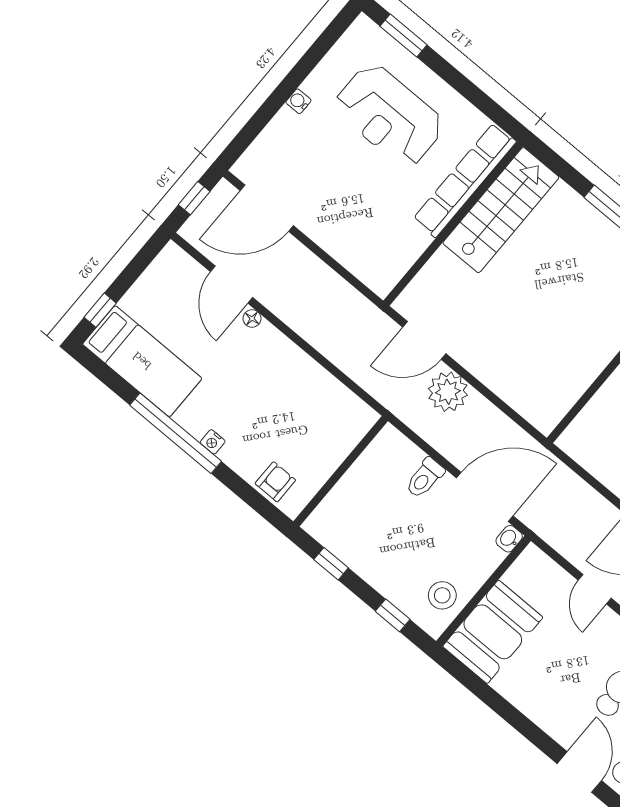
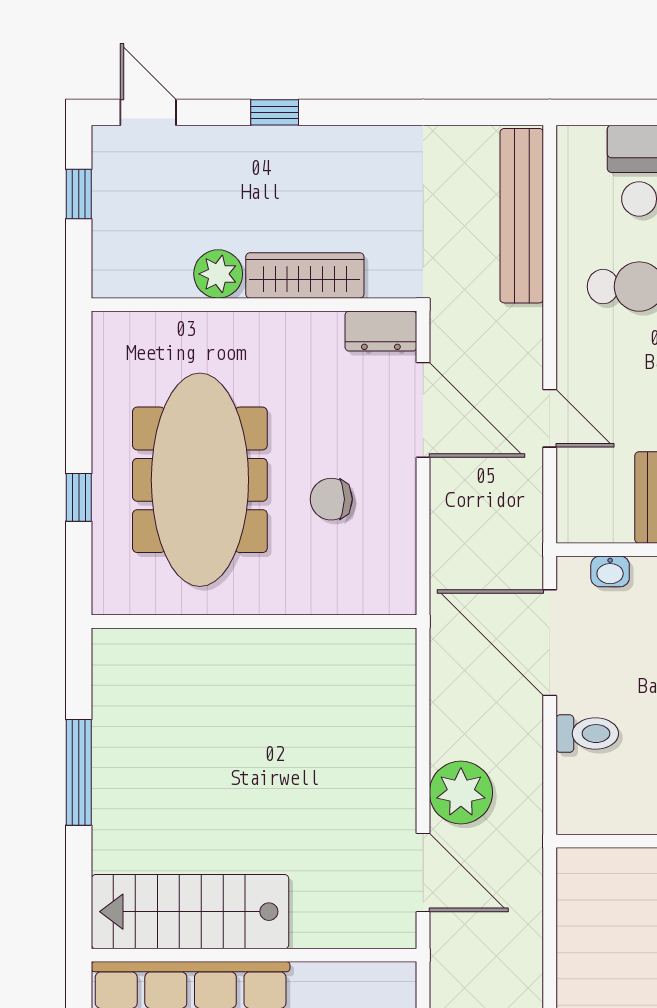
washbasin: (509, 539) -> (610, 571), moved
door: (595, 589) -> (550, 418), hinge flipped

